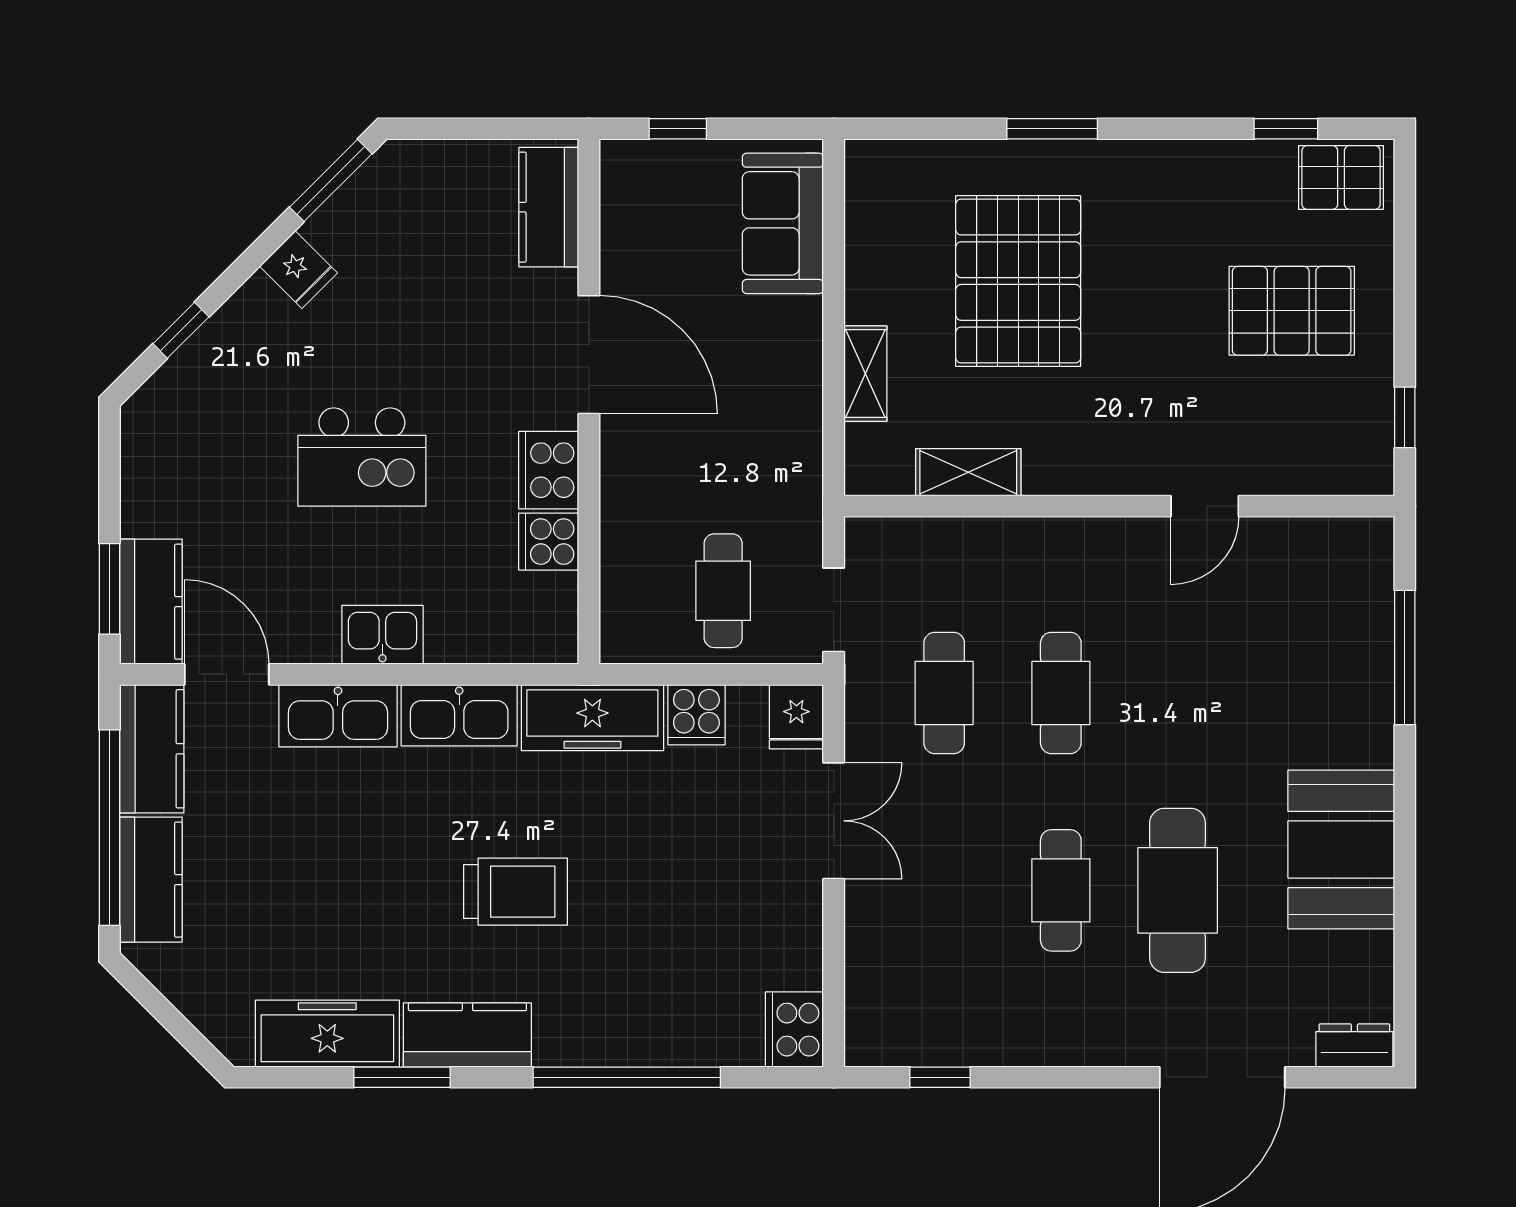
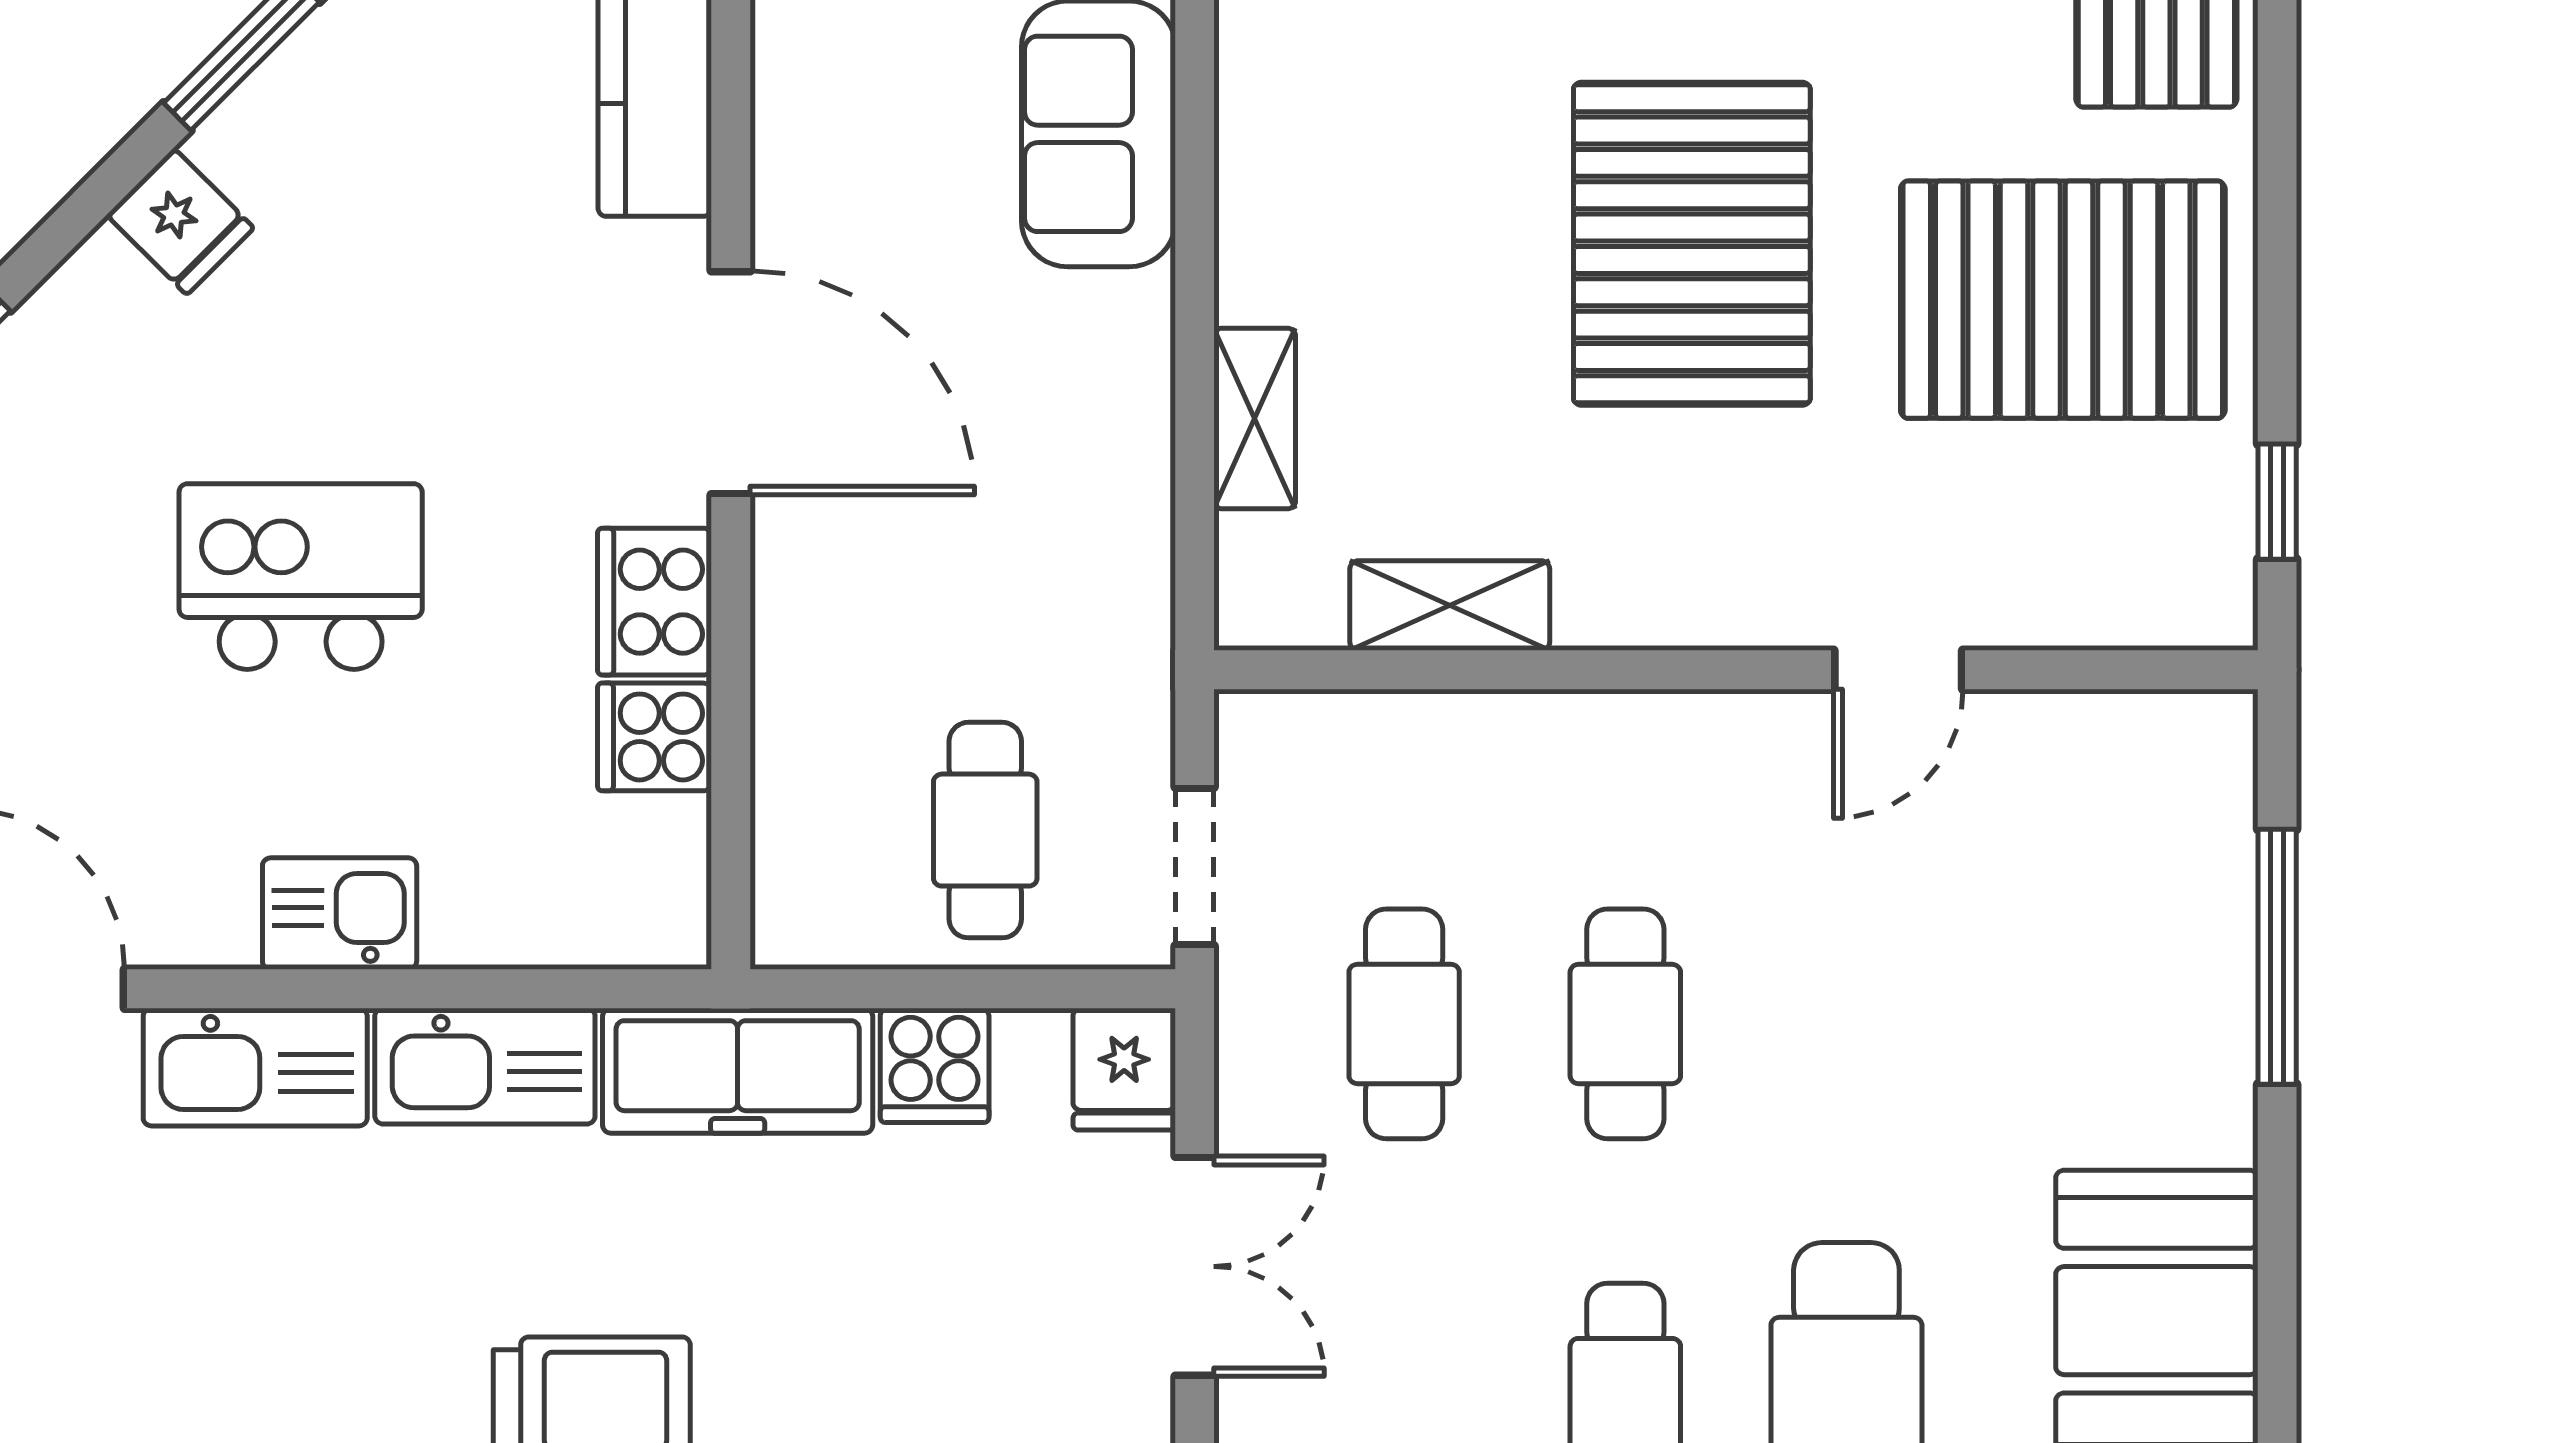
pallet: (1018, 281) -> (1692, 244), moved
pallet: (1292, 311) -> (2063, 300), width x1.37, depth x1.41
kitchen island: (362, 457) -> (301, 577), turned 180

